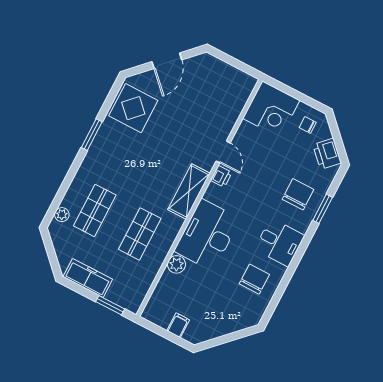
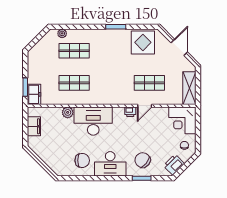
door: (167, 61) -> (179, 47), swing flipped
shop shelf: (195, 129) -> (149, 83), added
shelving: (189, 191) -> (189, 88), moved, turned 90
chair: (298, 194) -> (143, 160), turned -141
desk: (279, 242) -> (110, 164), width x1.37
freezer: (88, 278) -> (34, 94), moved, width x0.71
filing cabinet: (178, 325) -> (34, 126), width x2.00

